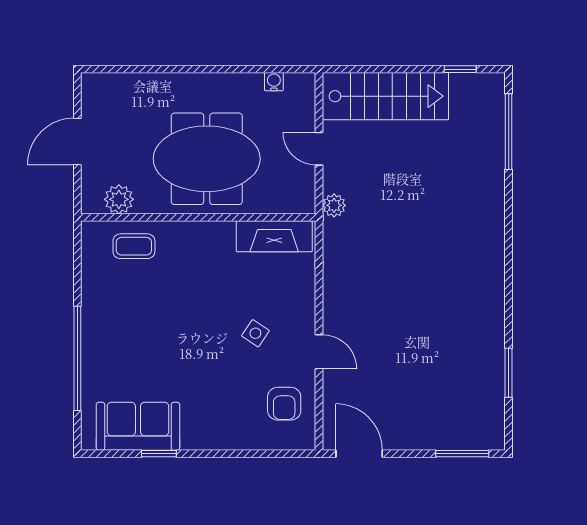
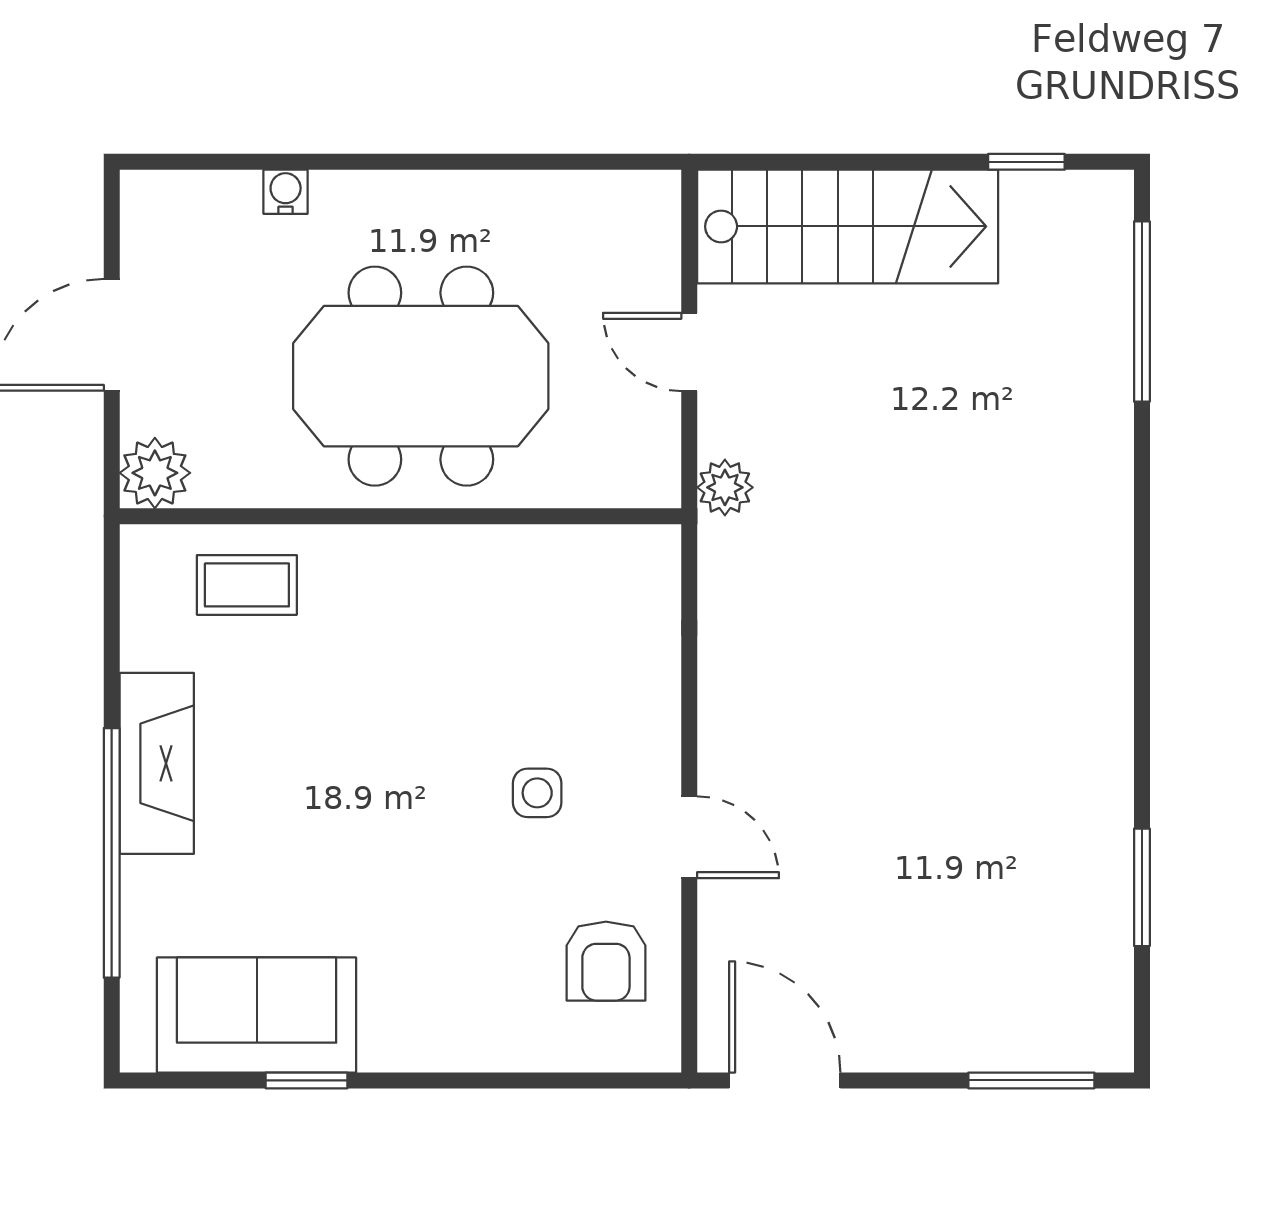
water cooler: (274, 82) -> (286, 192), moved
plant: (119, 199) -> (155, 473), moved
fireplace: (274, 236) -> (157, 763), moved, turned -90
side table: (255, 333) -> (537, 793), turned -34

